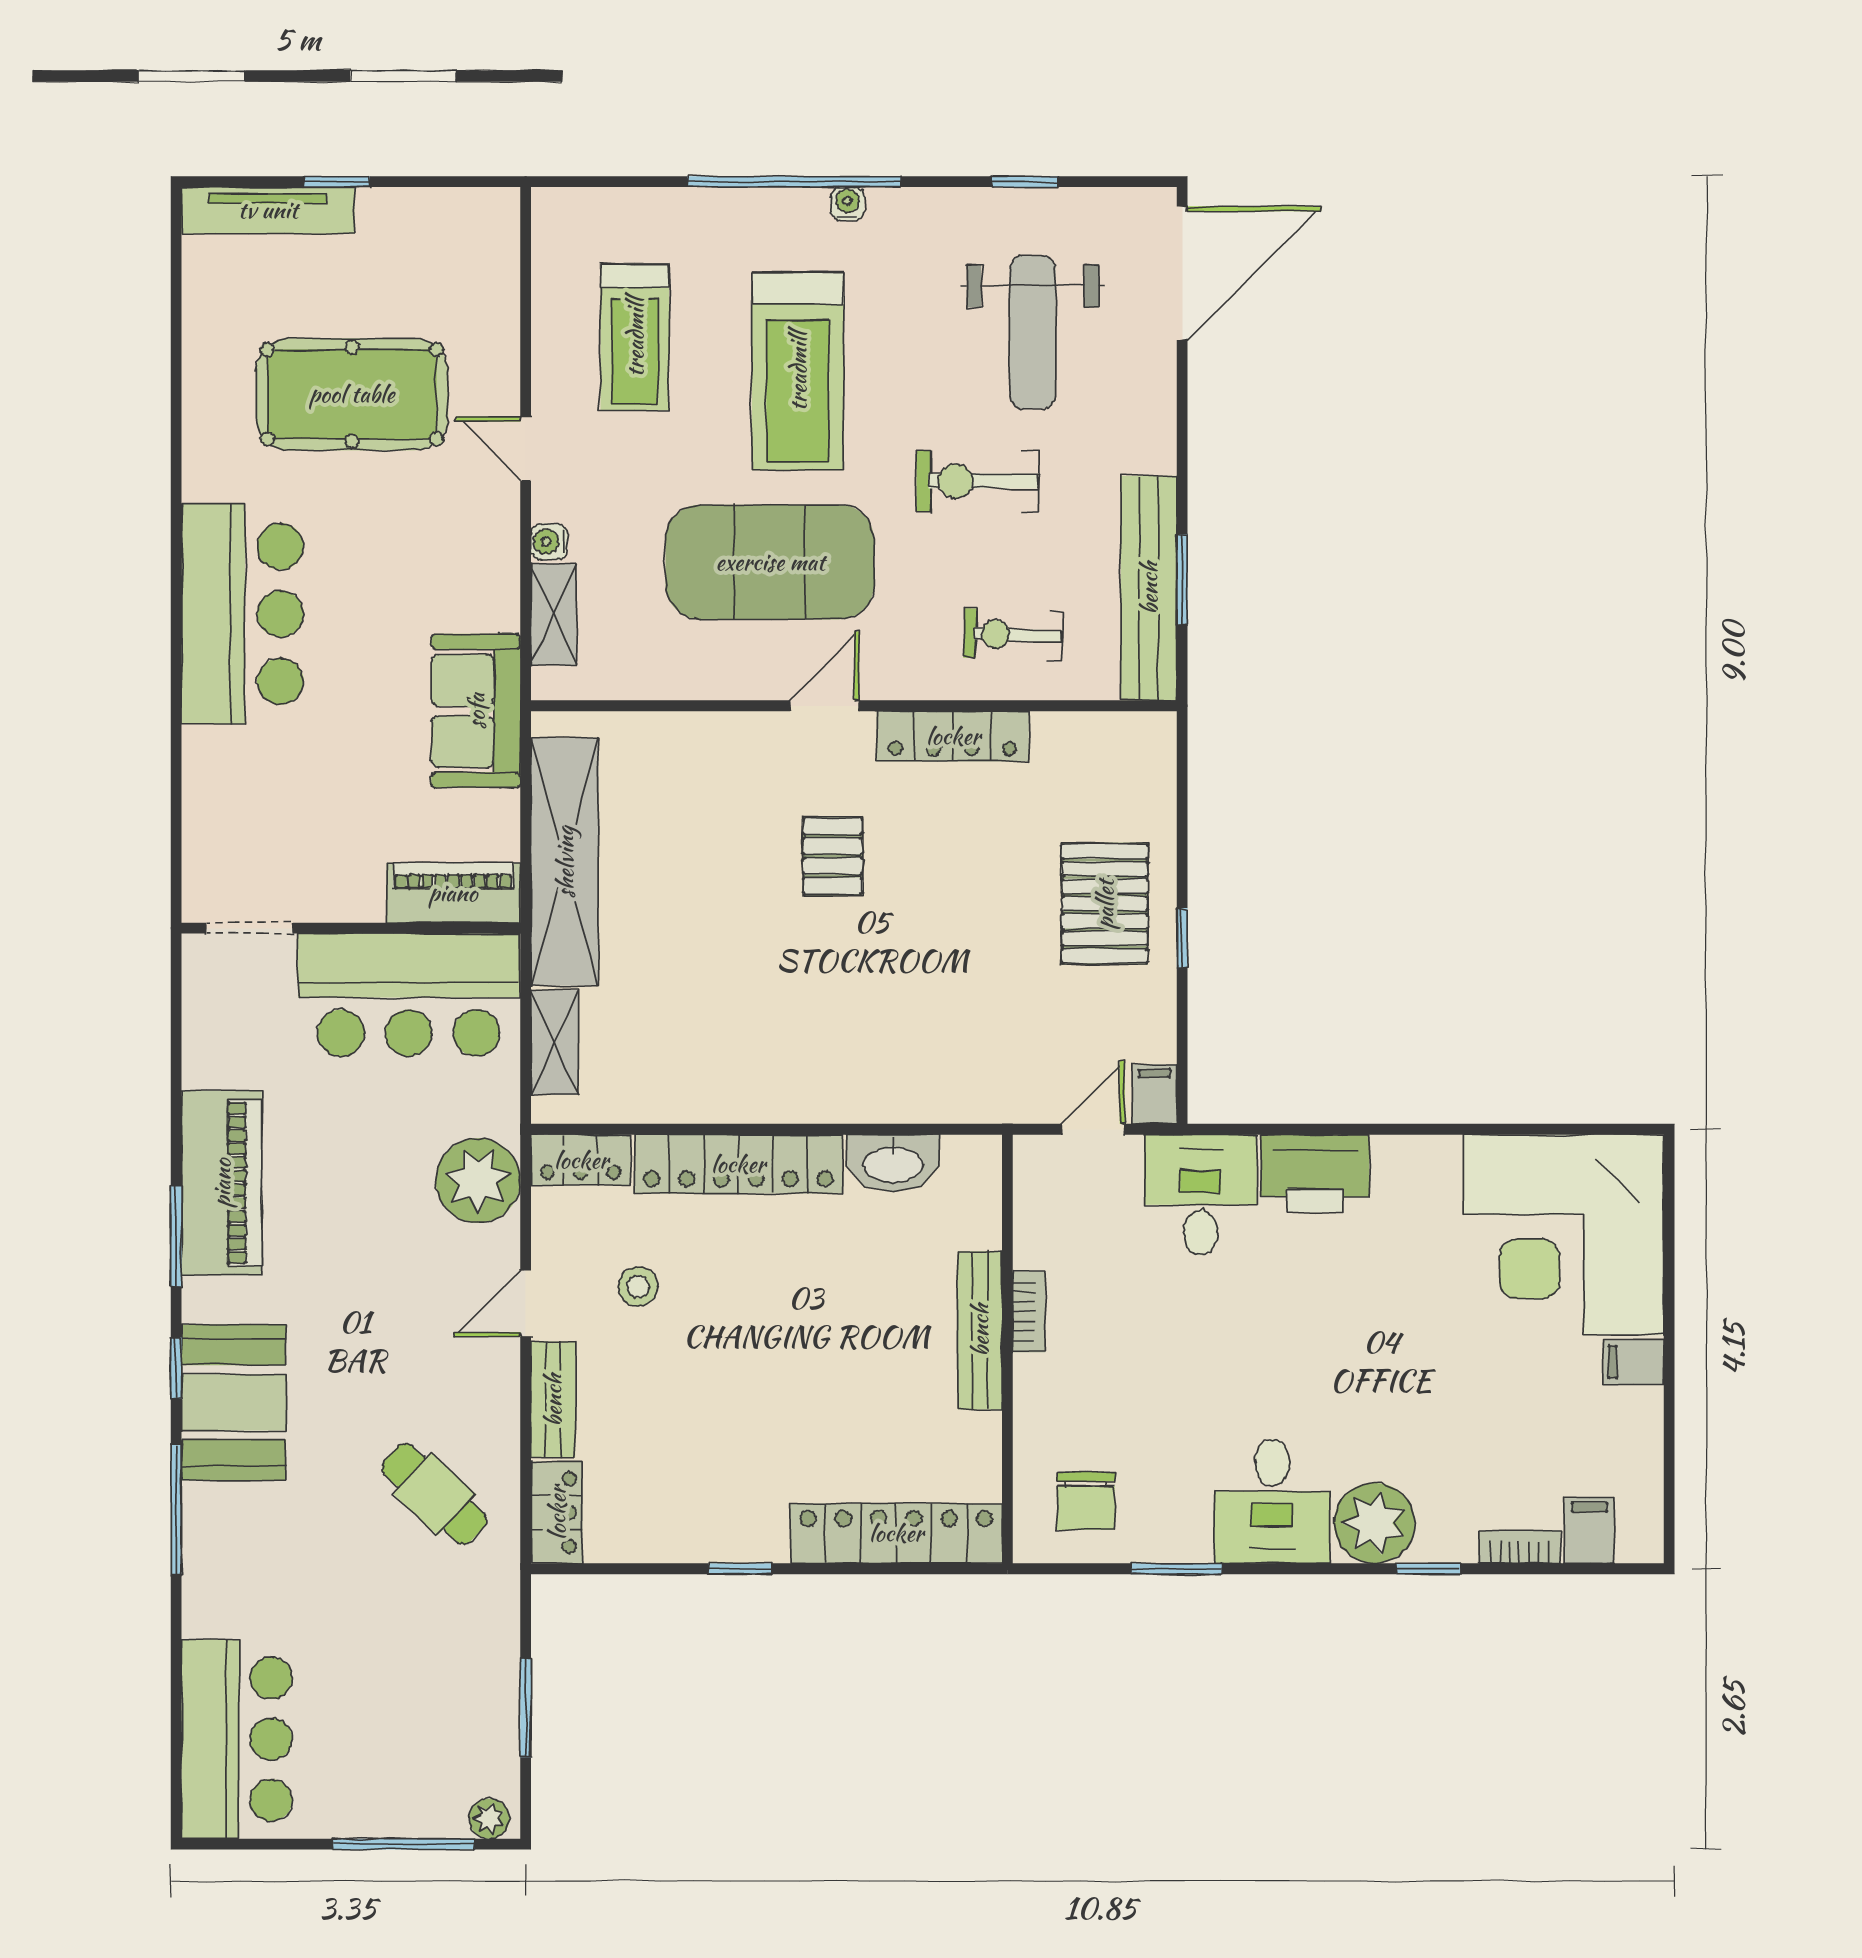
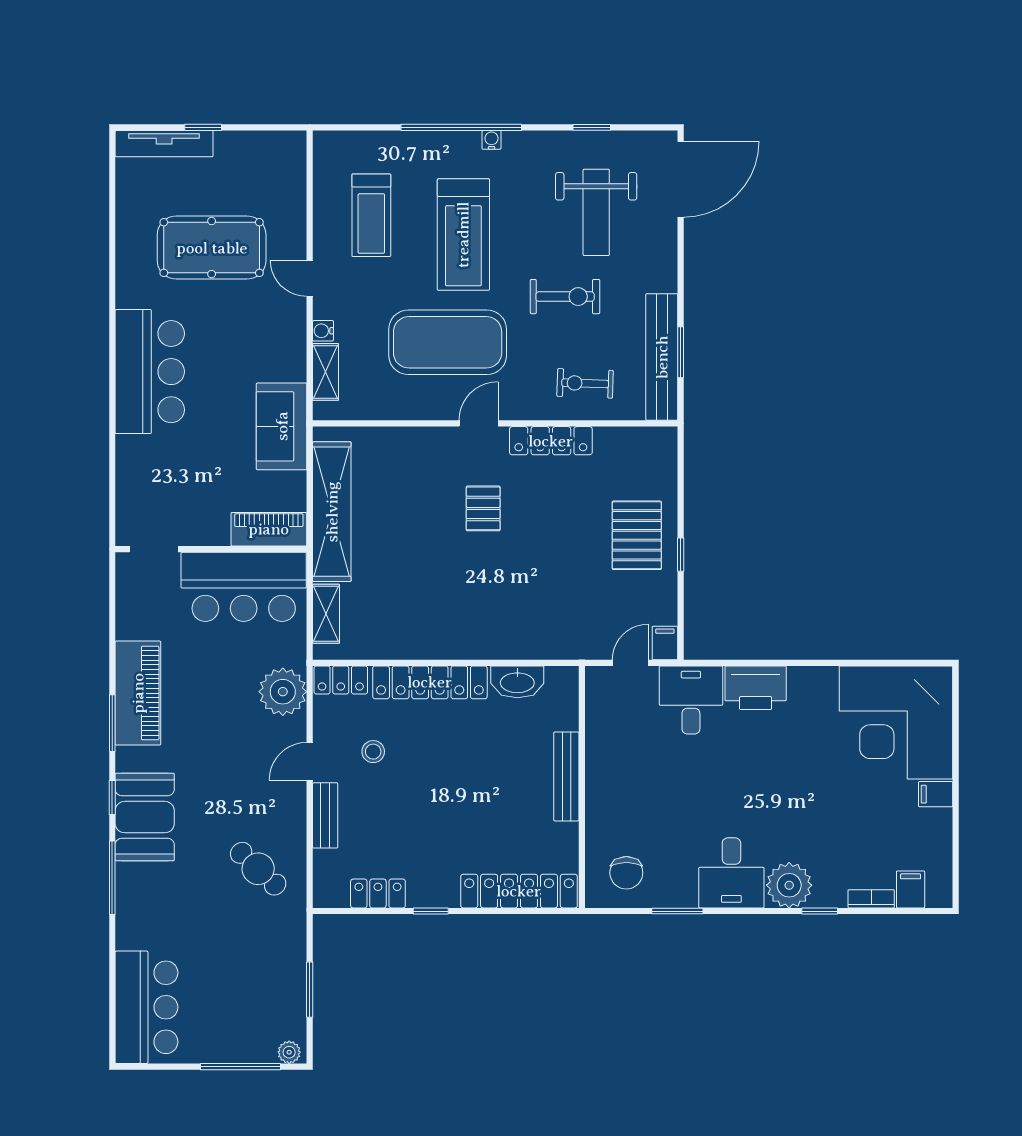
exercise bike: (978, 481) -> (565, 297), turned 180
bookcase: (1029, 1312) -> (594, 766), removed
locker: (557, 1513) -> (378, 893), moved, turned -90

